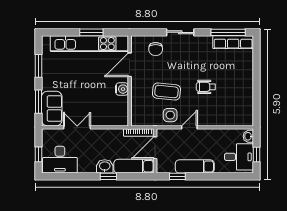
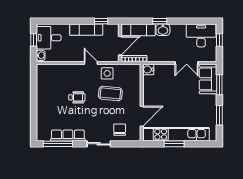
row of seats: (233, 42) -> (68, 136), moved
water cooler: (122, 89) -> (148, 69), moved
door: (189, 127) -> (91, 63), swing flipped

